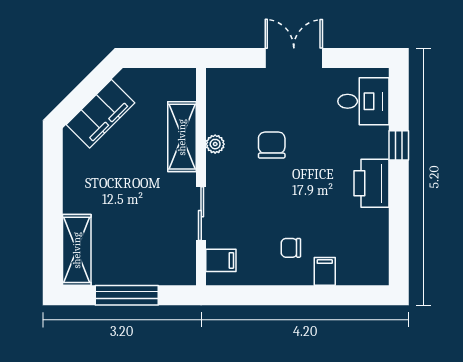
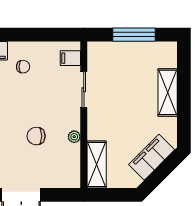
shelving: (182, 137) -> (97, 164), moved
chair: (272, 145) -> (36, 136), turned 90
shelving: (77, 250) -> (168, 92), moved

